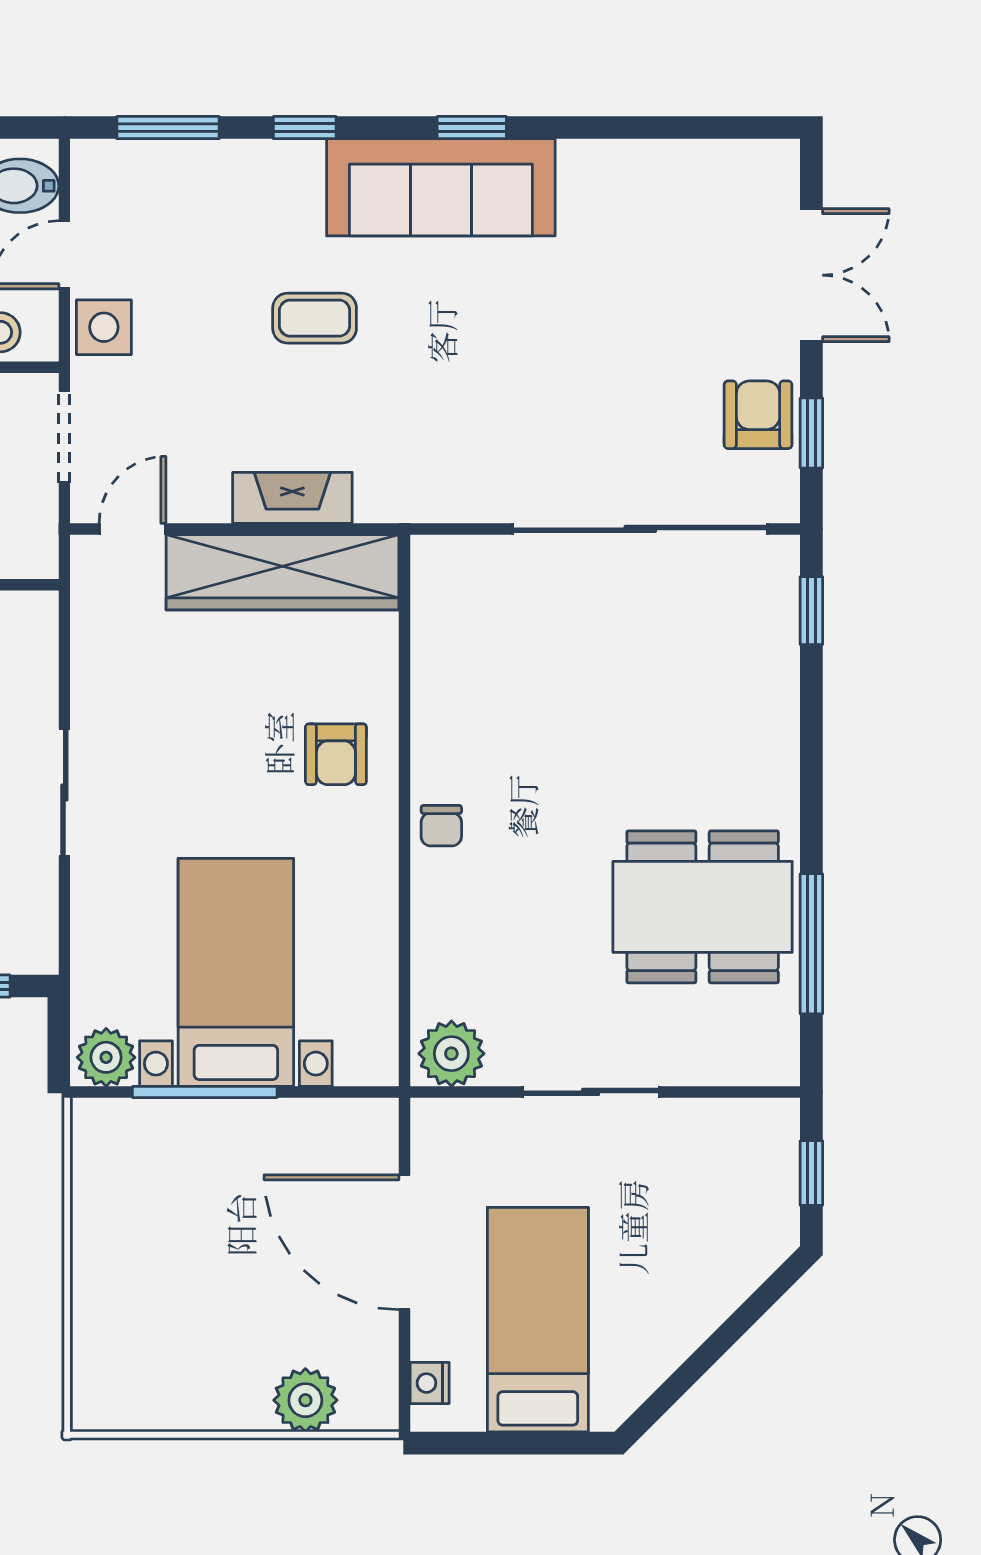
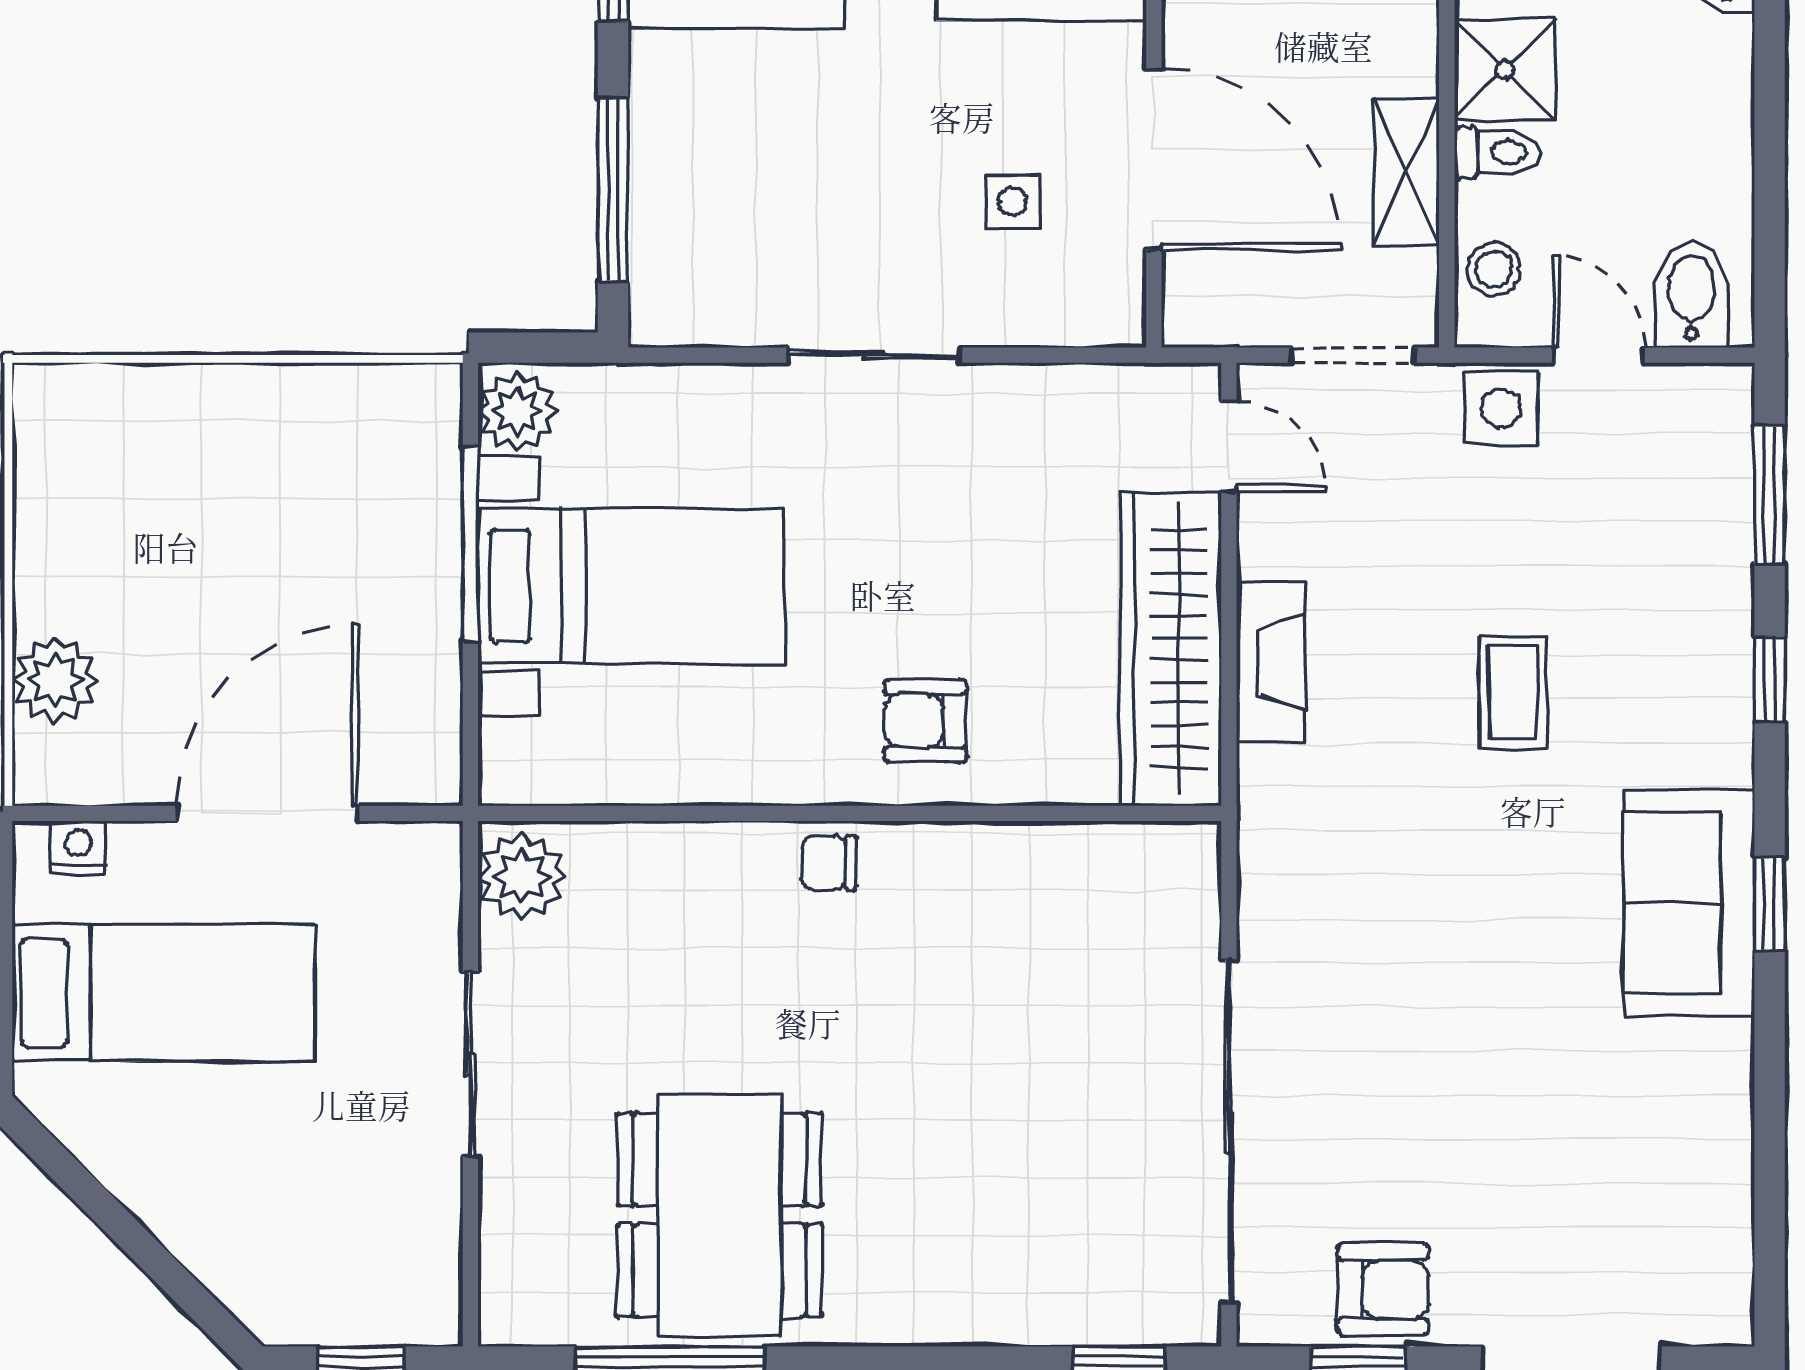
sofa: (441, 187) -> (1689, 903), width x0.73

